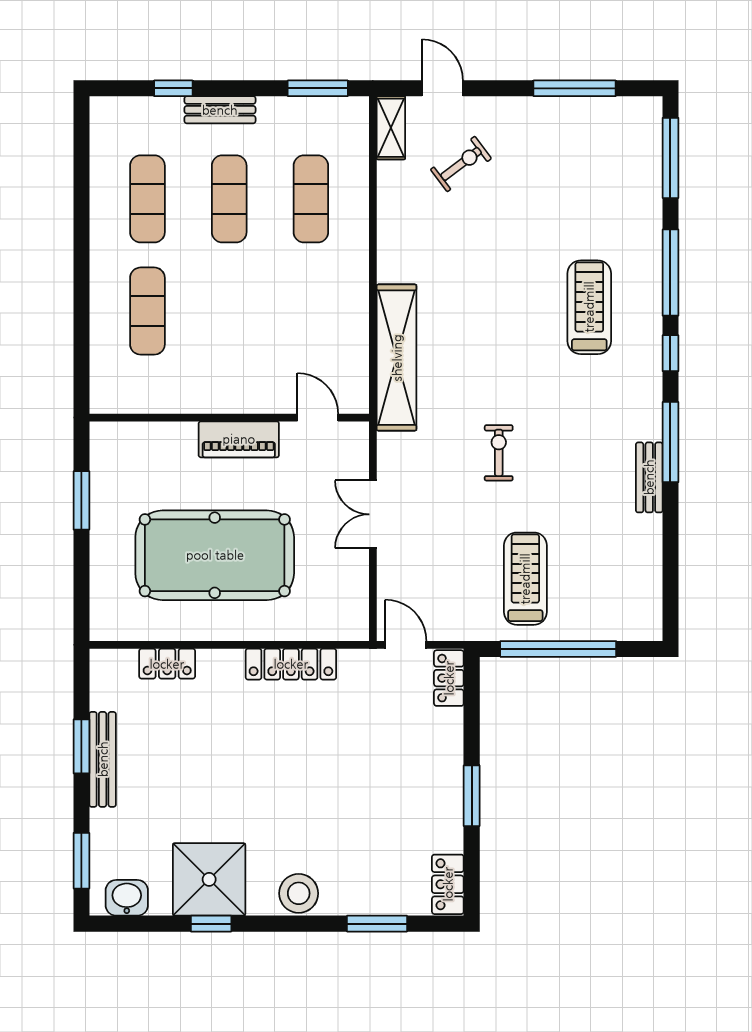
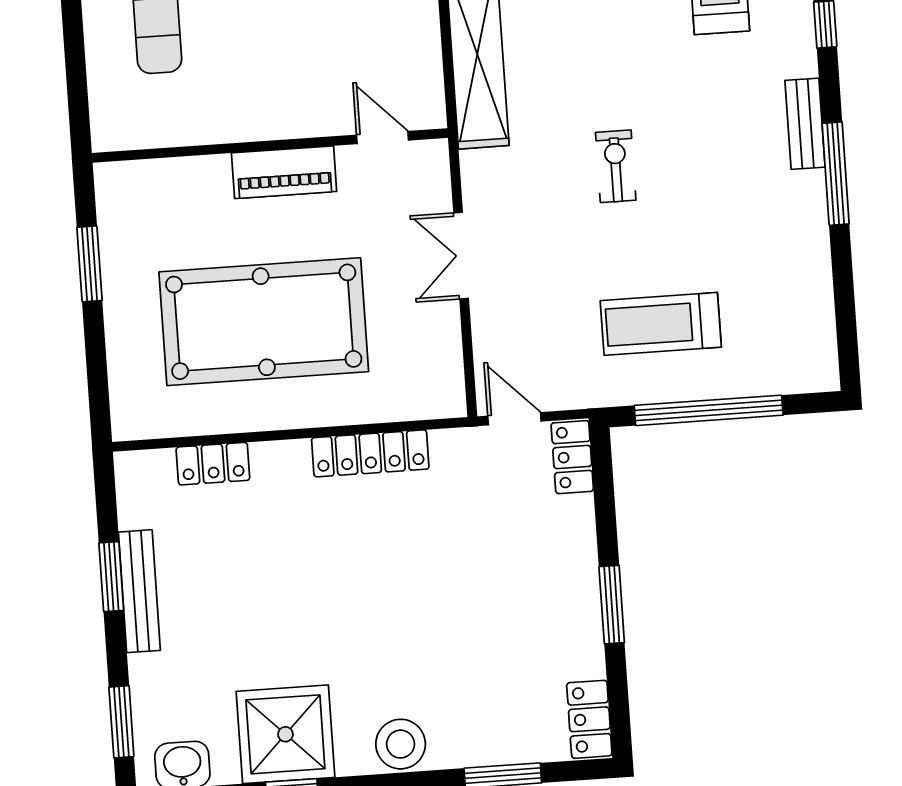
window: (670, 442) -> (836, 174), moved
bench: (649, 477) -> (805, 124), moved
treadmill: (525, 579) -> (661, 324), turned -90

